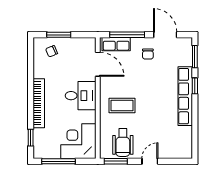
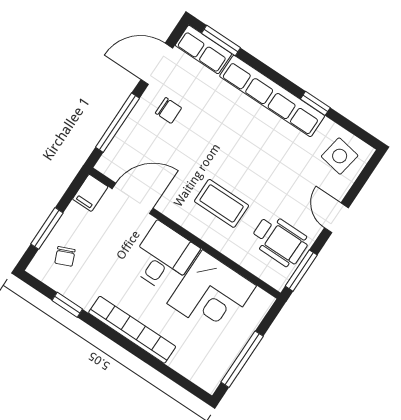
filing cabinet: (88, 44) -> (90, 193), added
row of seats: (116, 44) -> (203, 50), moved, turned 90
window: (195, 86) -> (315, 103), moved
coffee table: (122, 106) -> (222, 203), turned 90
window: (31, 138) -> (67, 305), moved
corner desk: (78, 141) -> (212, 295), moved, turned -90
side table: (179, 144) -> (340, 156), added

